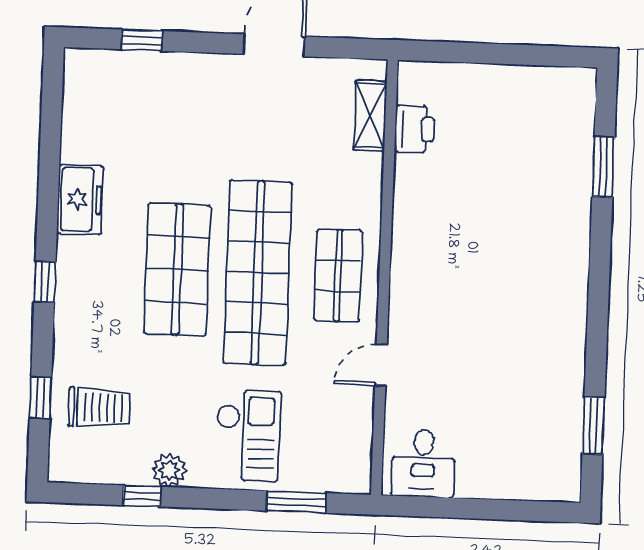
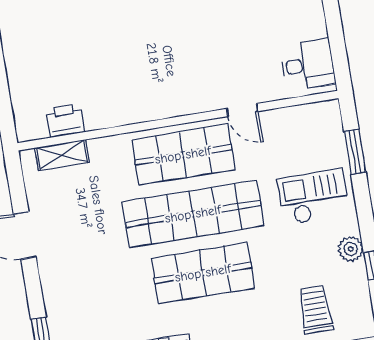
shop shelf: (338, 276) -> (183, 155), width x1.43, depth x1.36

